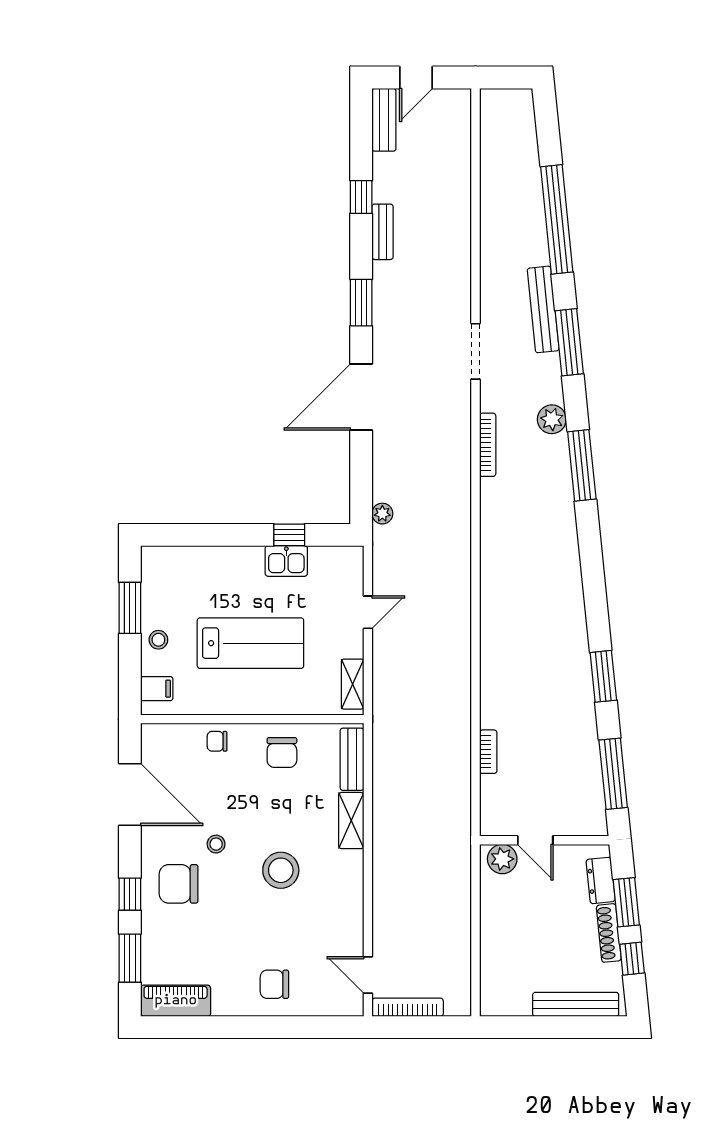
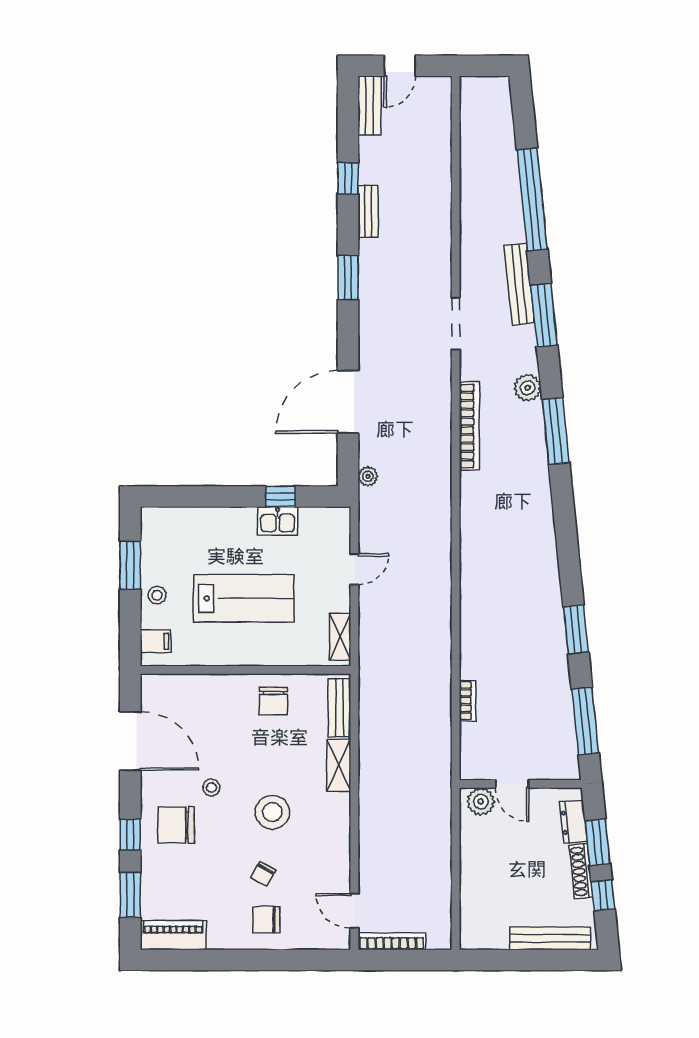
door: (361, 397) -> (348, 402), moved
bookcase: (488, 445) -> (469, 426), width x1.48, depth x1.31
chair: (217, 741) -> (263, 874), moved, turned -60

